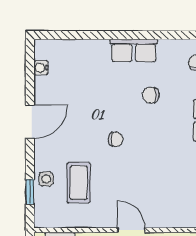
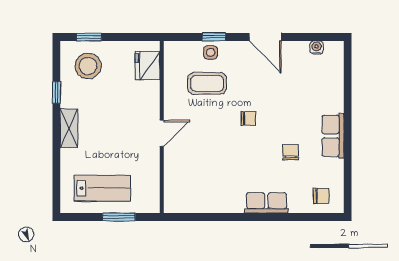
chair: (115, 139) -> (248, 118), turned -90
window: (30, 192) -> (214, 37), moved

